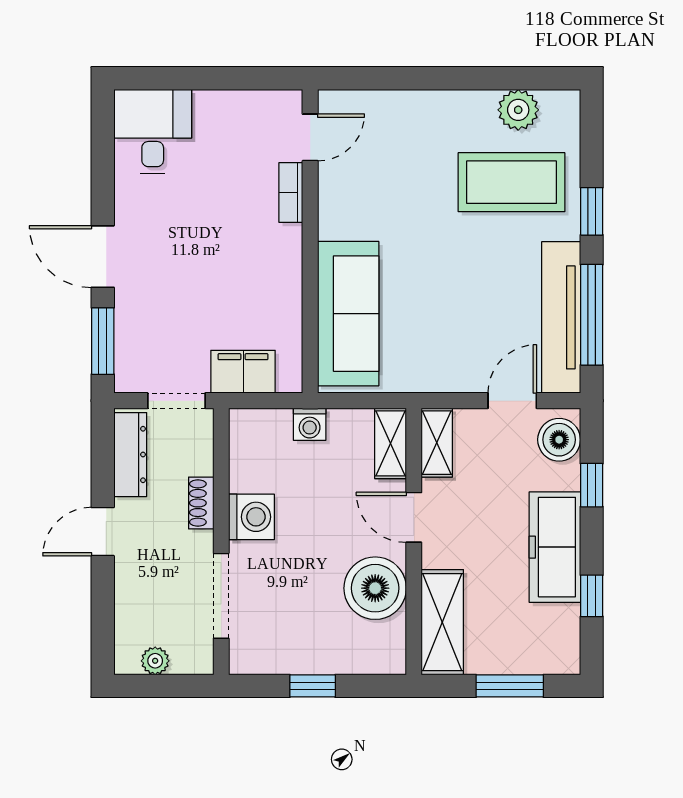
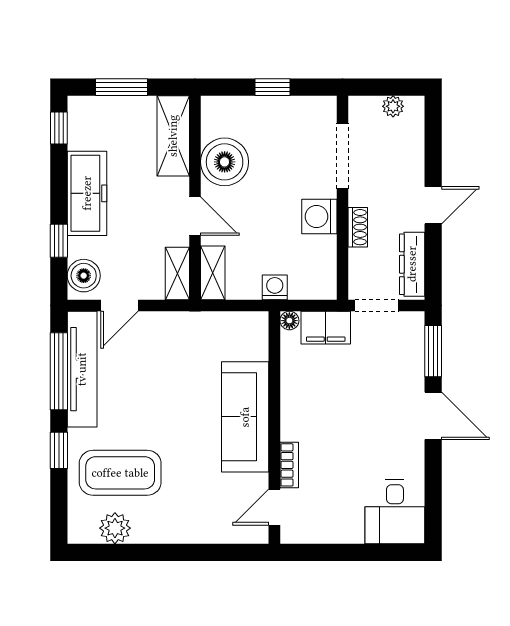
sofa: (348, 314) -> (245, 417), moved
floor lamp: (290, 381) -> (289, 321), added
window: (592, 596) -> (59, 128), moved

